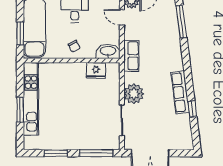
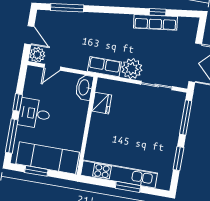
window: (20, 33) -> (36, 171), moved
chair: (74, 46) -> (73, 121), removed
row of seats: (131, 56) -> (104, 67), moved
row of seats: (180, 92) -> (155, 22), moved

